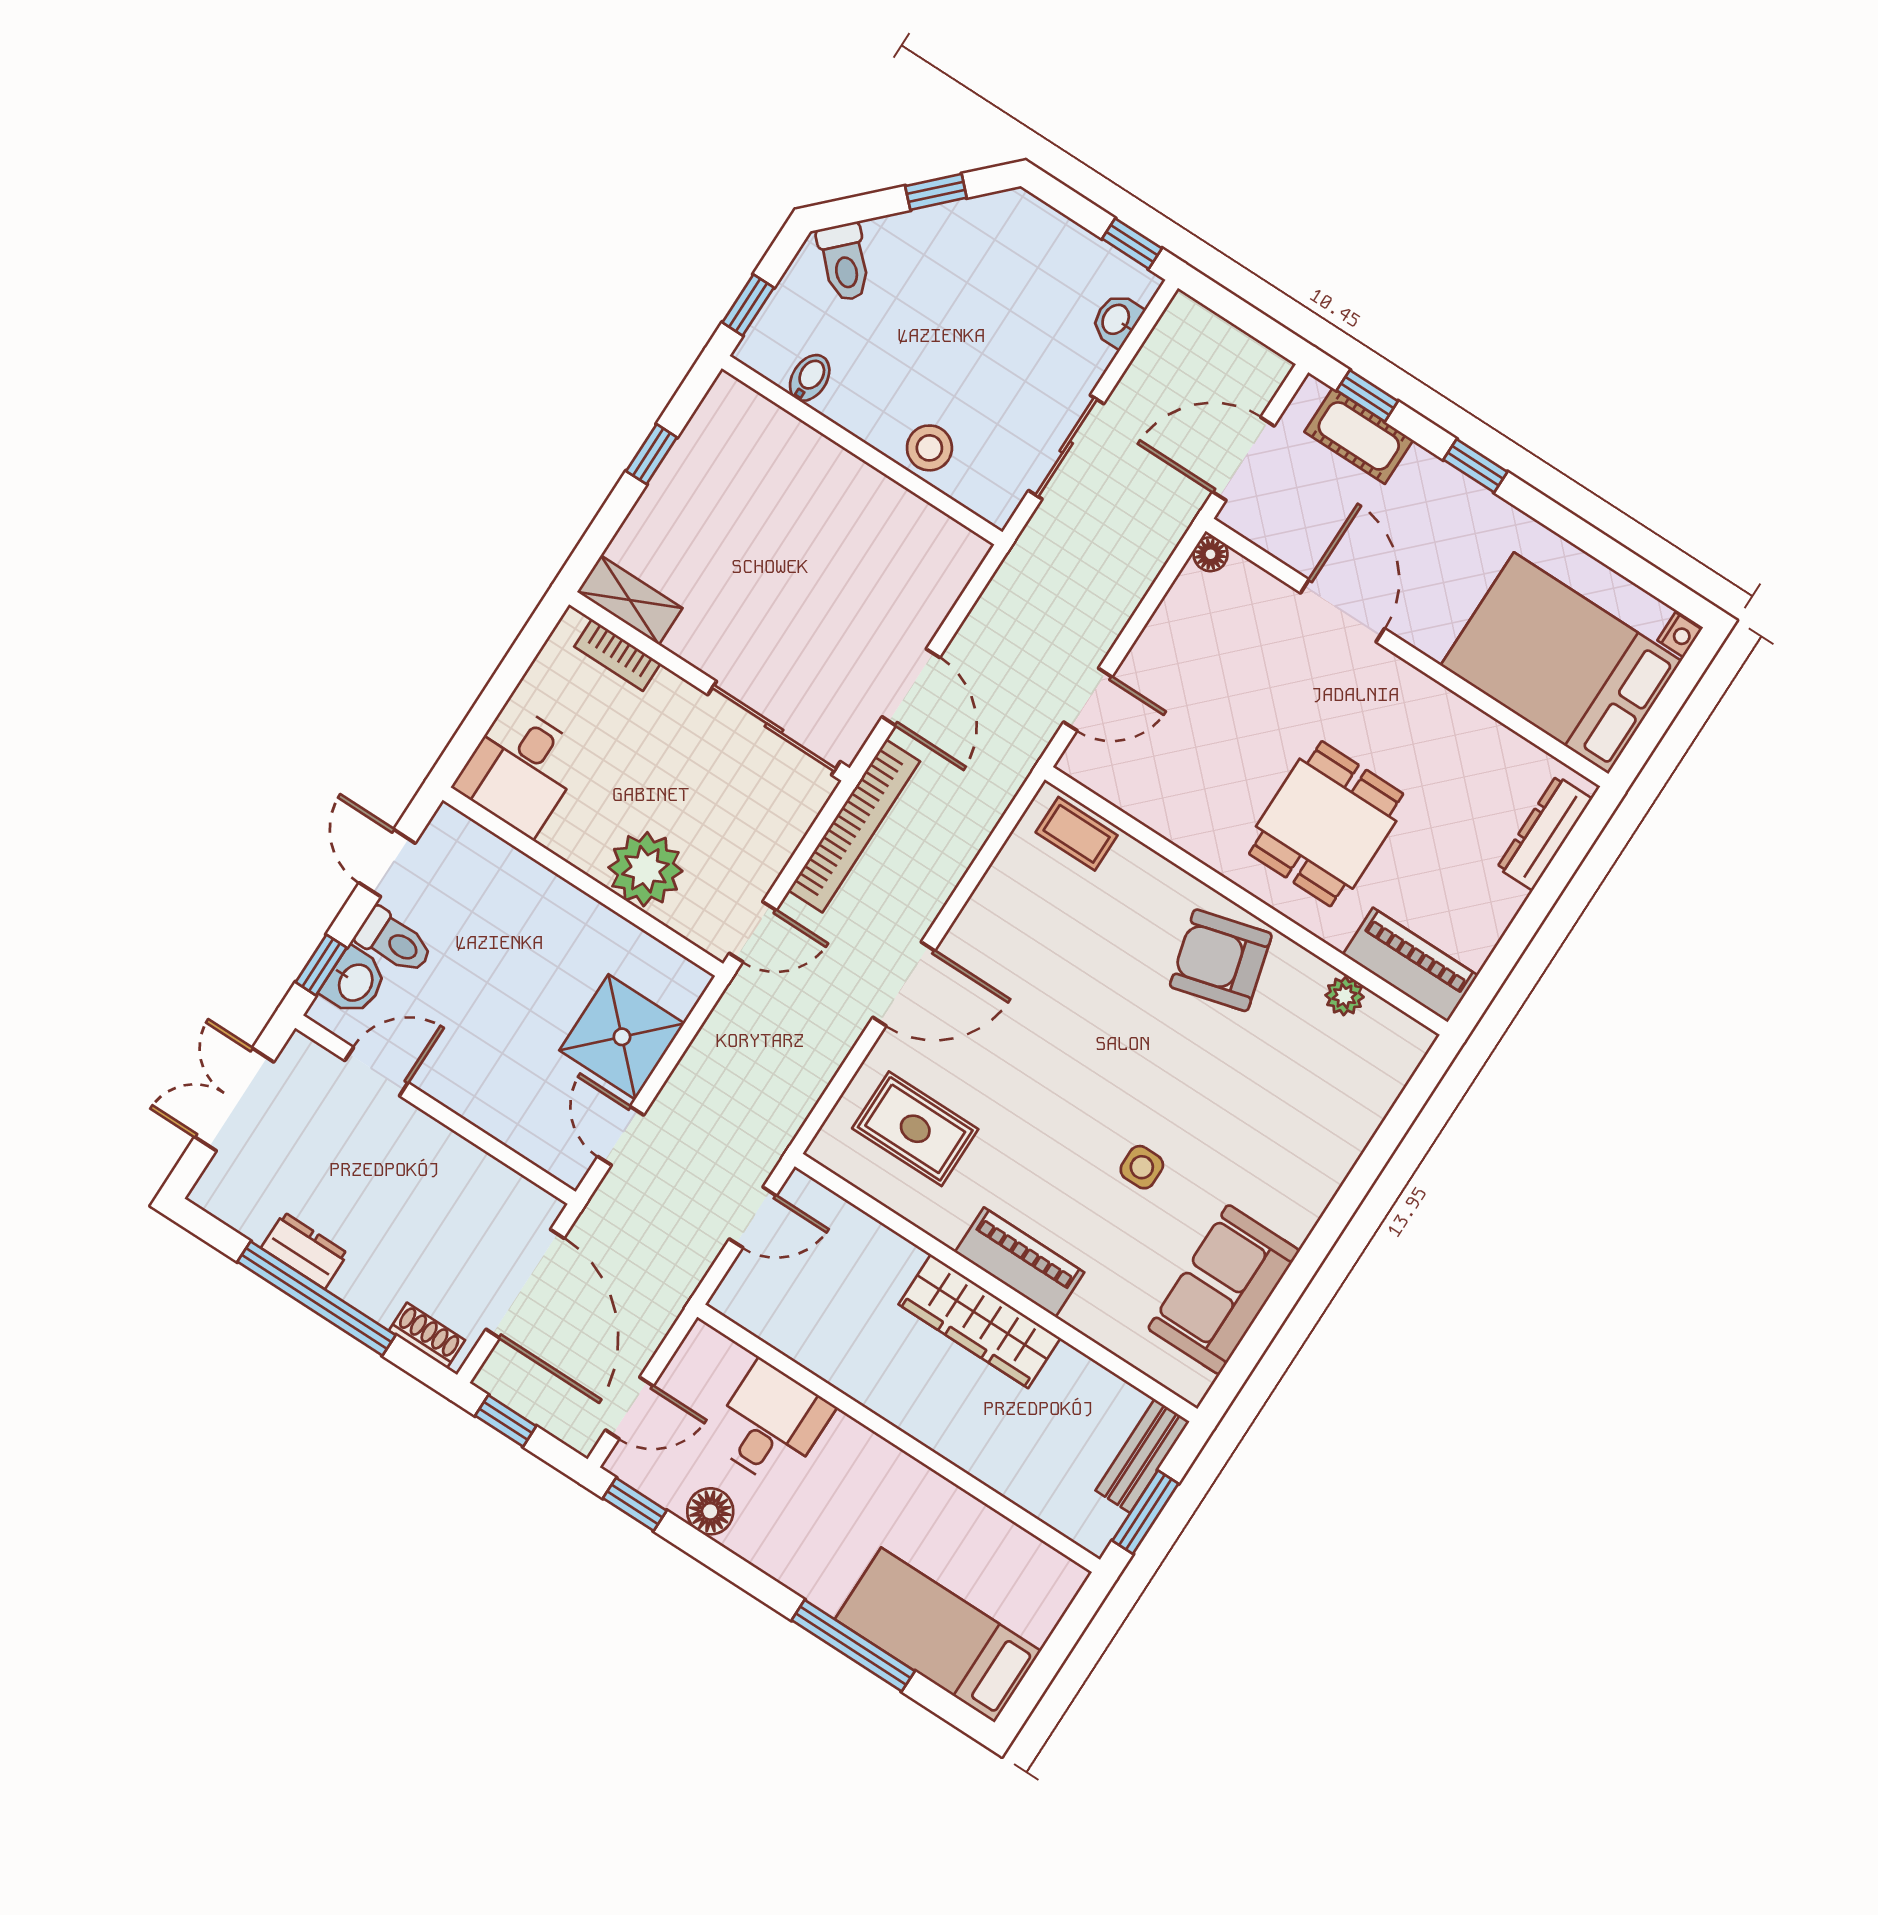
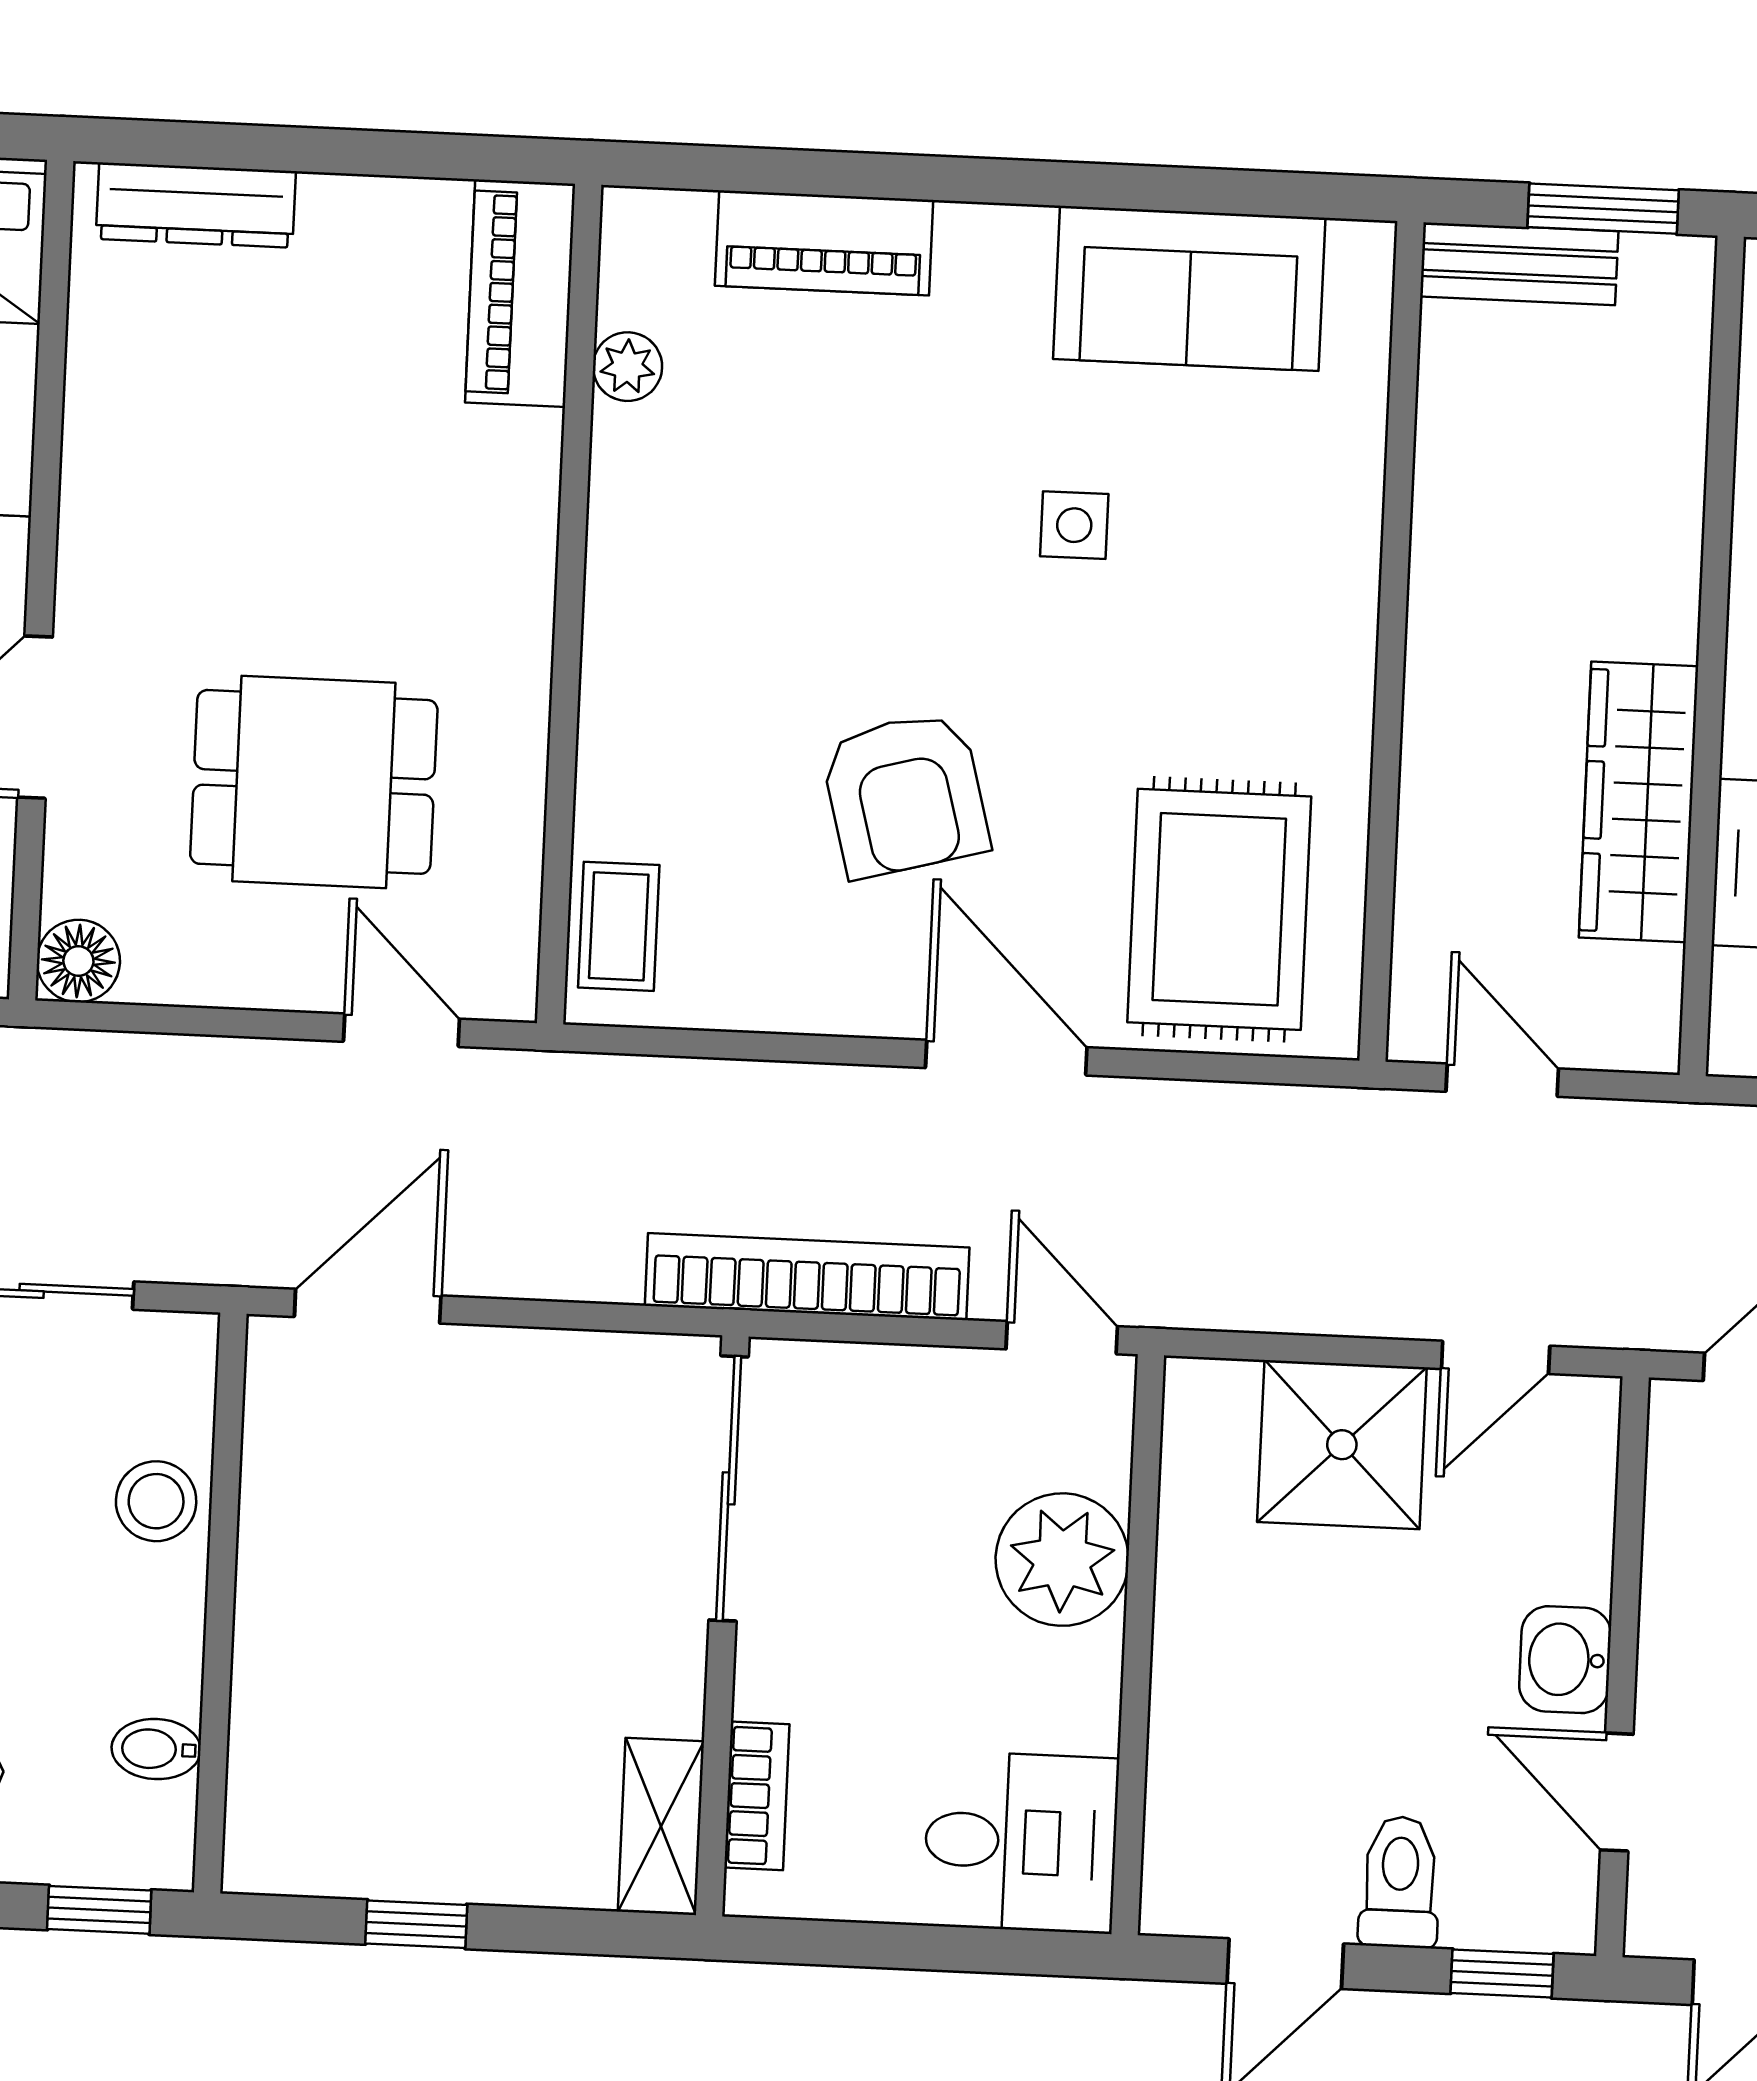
floor lamp: (1211, 554) -> (78, 961), width x1.37, depth x1.37
door: (911, 687) -> (368, 1306), moved
dining table: (1326, 824) -> (314, 782), moved
armchair: (1221, 960) -> (905, 794), moved
washbasin: (354, 982) -> (1565, 1660), moved, turned -90
rug: (915, 1129) -> (1219, 909), width x1.36, depth x1.43
piano: (1020, 1262) -> (824, 243), moved, turned -90
wardrobe: (979, 1321) -> (1639, 802), moved, turned 180

